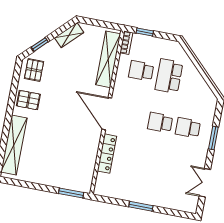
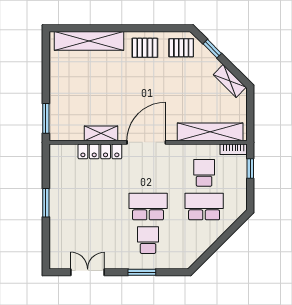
pallet: (28, 100) -> (145, 48), turned 90
school desk: (160, 122) -> (148, 207), width x1.85
shelving: (92, 150) -> (101, 133), added

